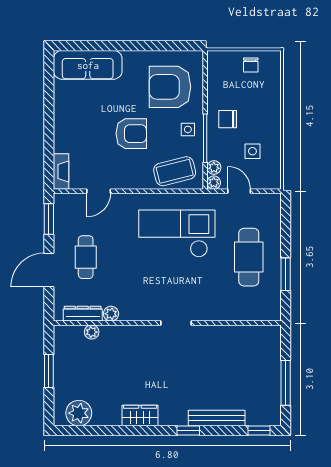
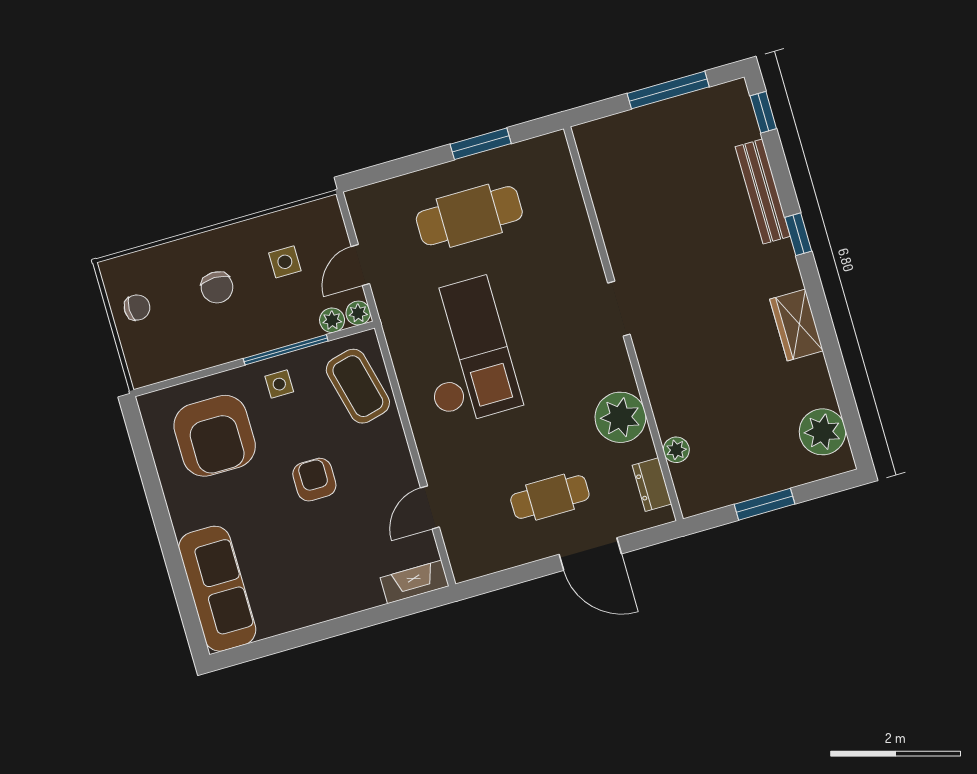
chair: (228, 119) -> (217, 287), moved
armchair: (131, 134) -> (314, 480), width x0.72, depth x0.72
door: (99, 191) -> (430, 507), swing flipped
window: (49, 219) -> (502, 579), removed
checkout: (177, 234) -> (464, 351), turned 180
dresser: (83, 314) -> (652, 485), width x0.70
plant: (111, 314) -> (620, 417), width x1.88, depth x1.88

